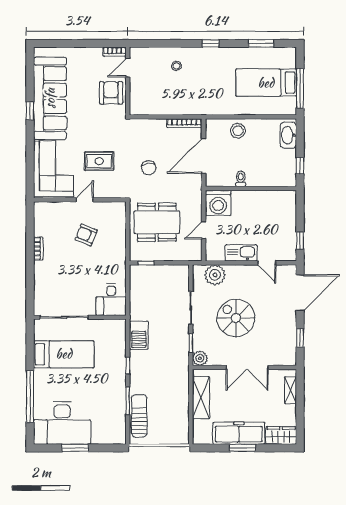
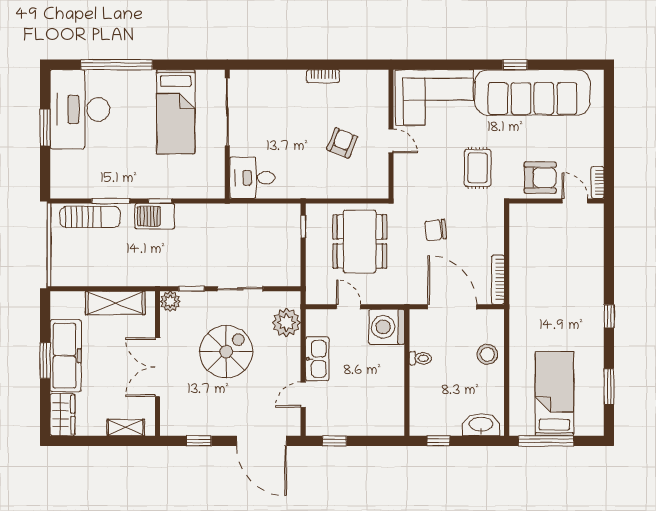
stool: (176, 66) -> (578, 269), removed
rug: (99, 161) -> (478, 168), moved
barbecue: (139, 335) -> (155, 216), moved

